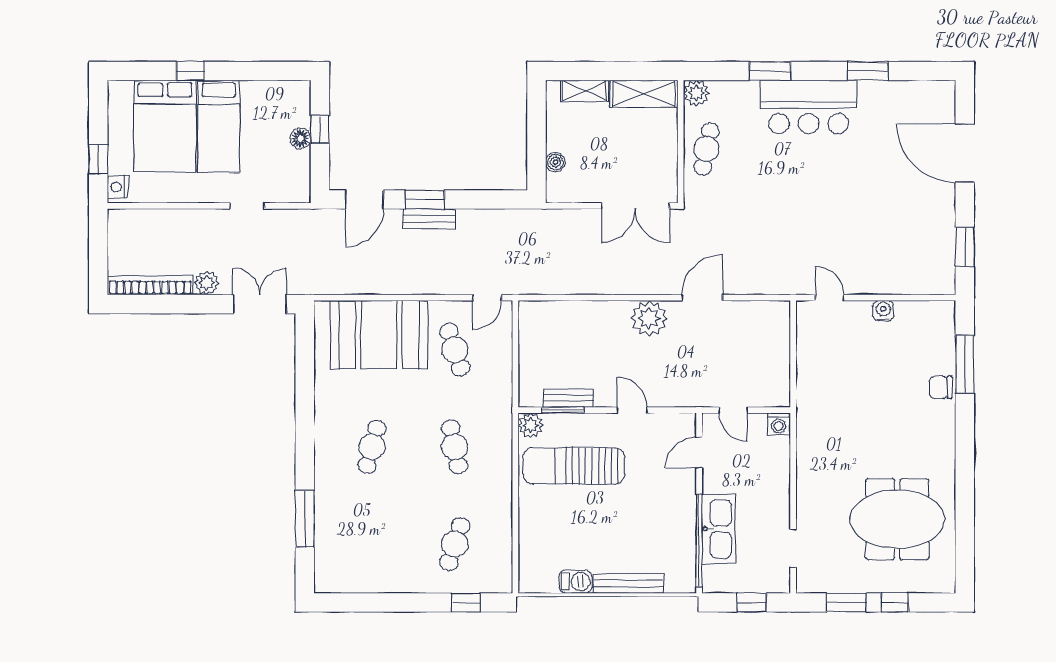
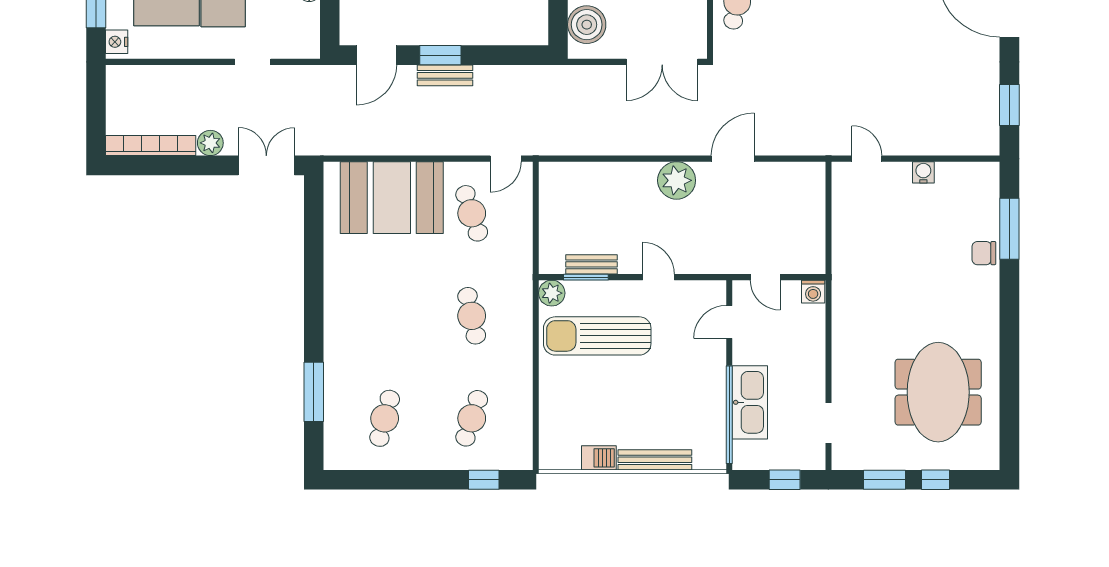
boiler: (555, 162) -> (587, 25), width x1.86, depth x1.86
cafe table: (372, 447) -> (385, 418), moved
meeting table: (897, 519) -> (938, 392), turned 90

